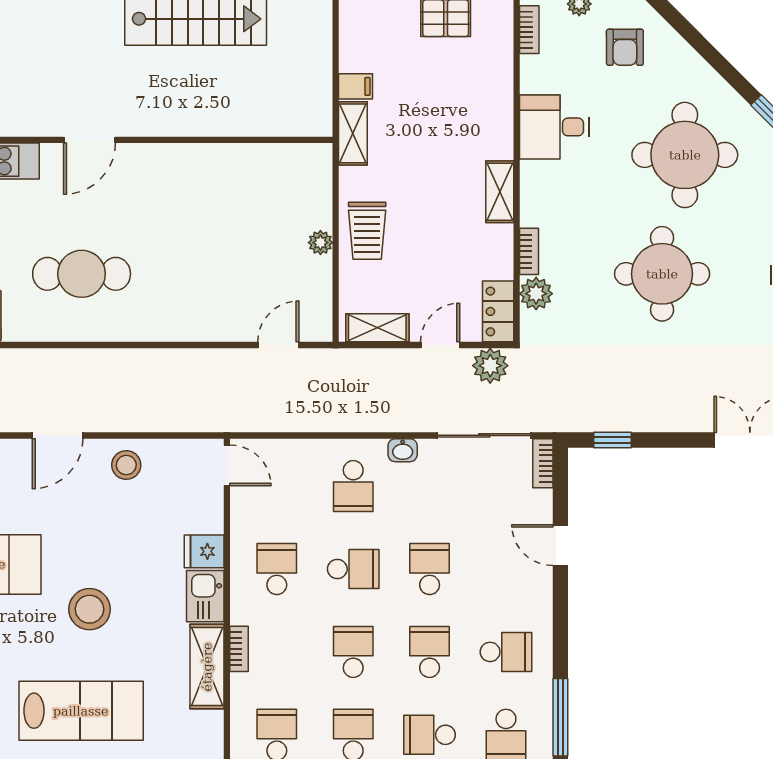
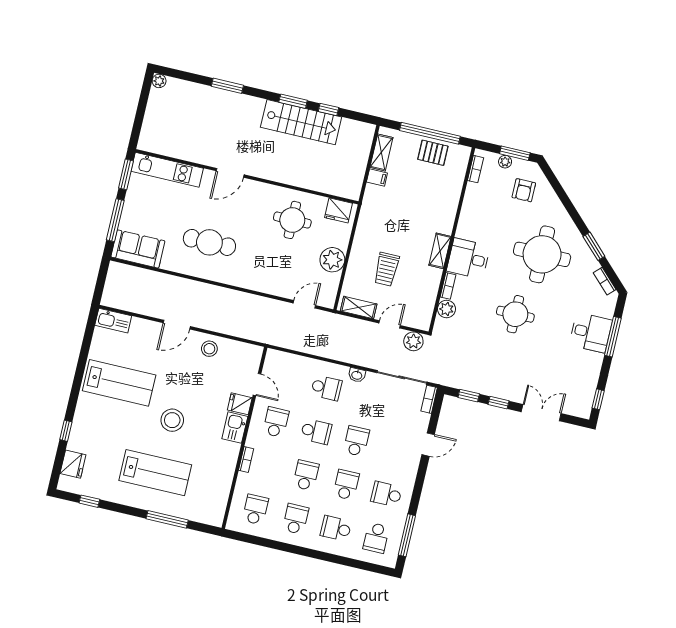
desk: (554, 127) -> (468, 259), moved
shelving: (353, 133) -> (381, 152), moved
fridge: (300, 162) -> (338, 210), added
round table: (221, 199) -> (292, 220), added
trolley: (367, 231) -> (386, 269), moved
plant: (320, 243) -> (332, 260), width x1.88, depth x1.88
round table: (662, 274) -> (515, 314), width x0.73, depth x0.73
locker: (498, 311) -> (424, 314), removed
window: (669, 440) -> (498, 403), added
door: (227, 465) -> (257, 385), moved
school desk: (353, 486) -> (326, 388), turned -90
door: (560, 545) -> (428, 445), swing flipped
school desk: (506, 652) -> (386, 494), turned 180
shelving: (207, 667) -> (227, 465), removed

